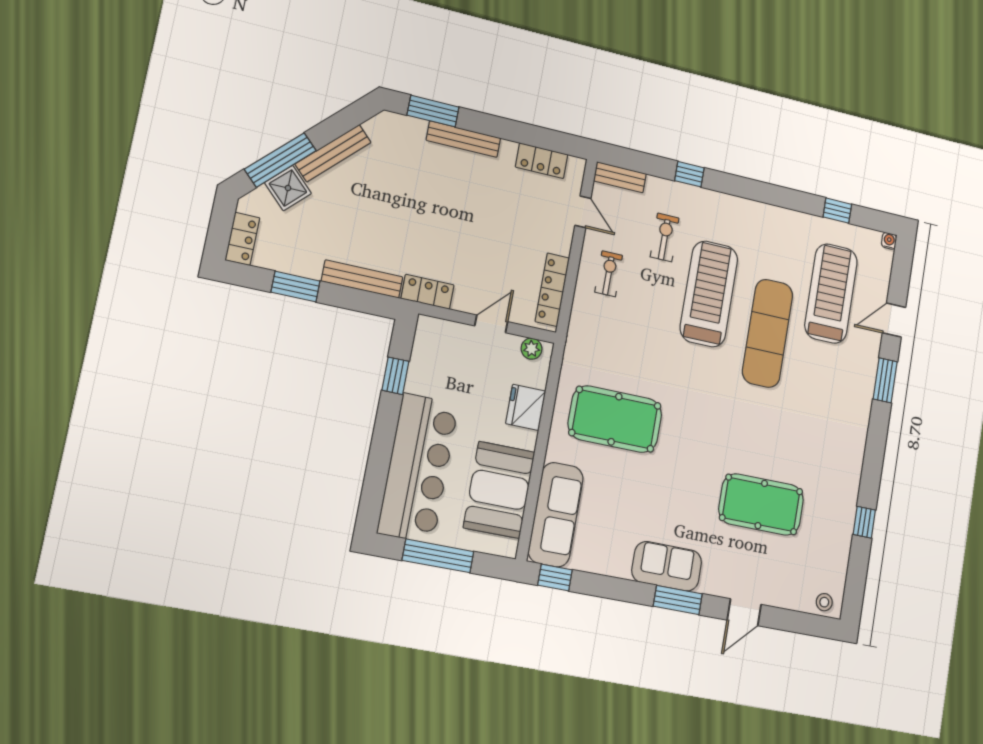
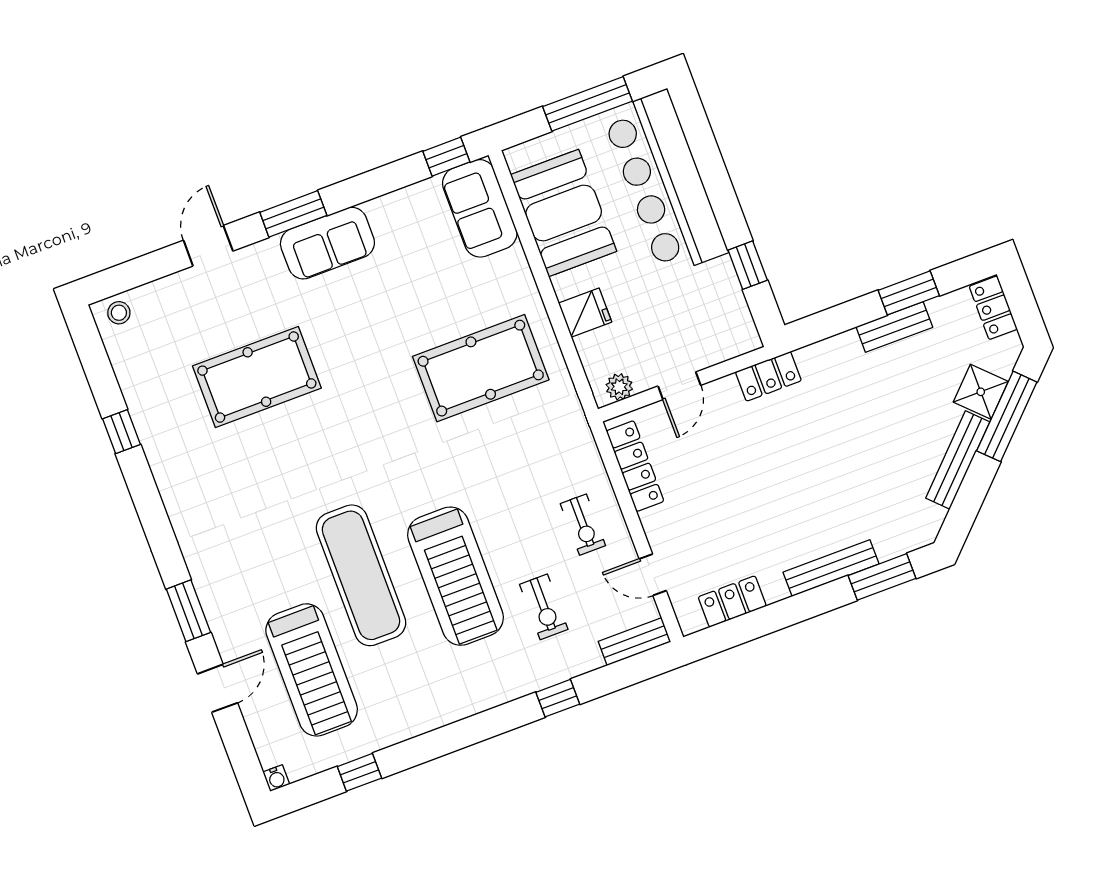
bench: (362, 279) -> (894, 327), moved, width x0.73
fridge: (526, 407) -> (585, 313), width x0.72
sofa: (556, 515) -> (480, 208), width x0.73

